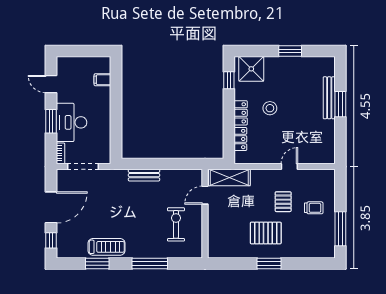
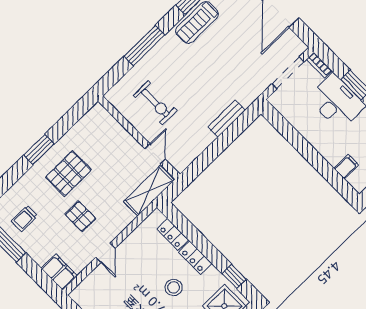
filing cabinet: (327, 182) -> (59, 272), added
trolley: (314, 208) -> (24, 219), moved

